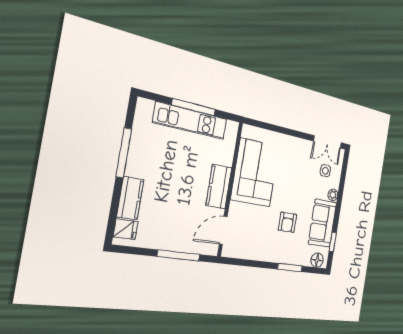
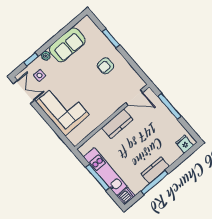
dishwasher: (144, 109) -> (126, 196), added
corner sofa: (255, 173) -> (62, 108), moved, turned 90
kitchen counter: (130, 198) -> (155, 170), moved
armchair: (287, 222) -> (106, 66), moved, turned 180
window: (333, 242) -> (31, 59), moved
floor lamp: (317, 260) -> (89, 25), removed

